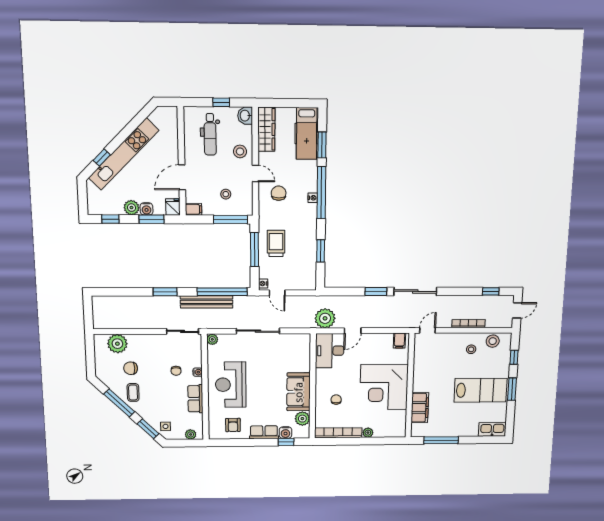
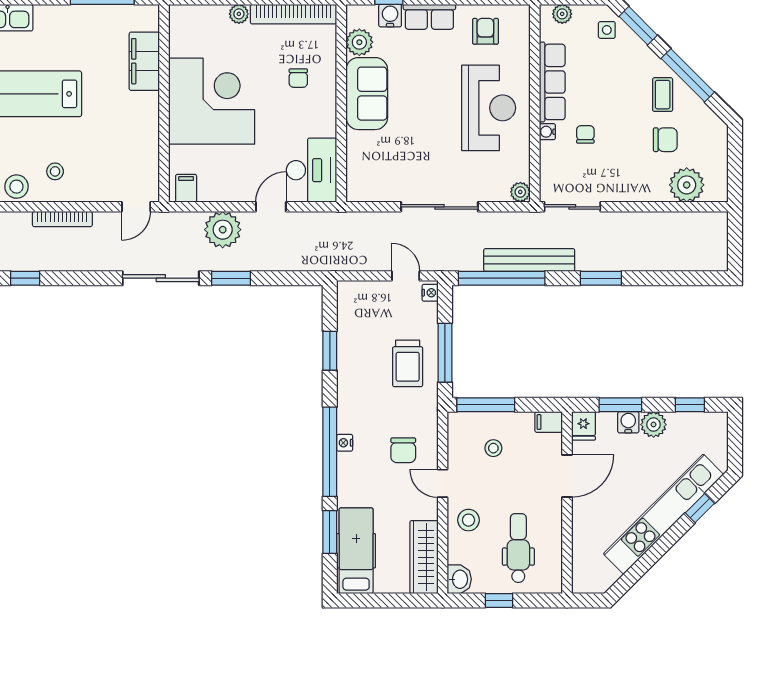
plant: (325, 318) -> (223, 230), moved
row of seats: (195, 399) -> (552, 82), width x1.48

